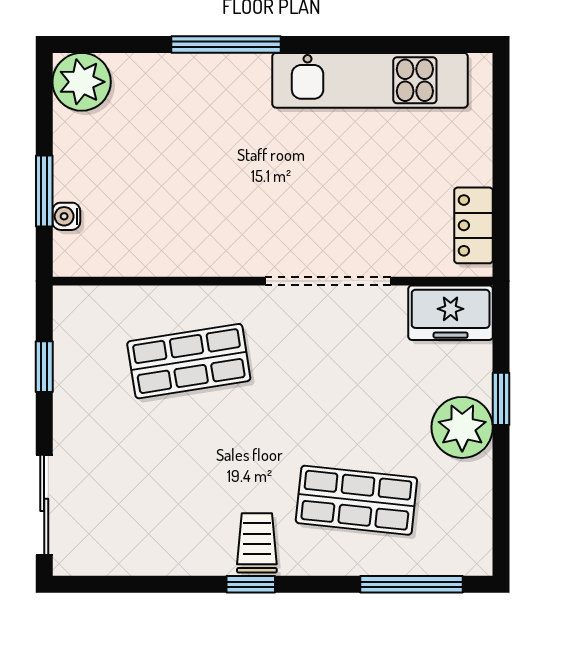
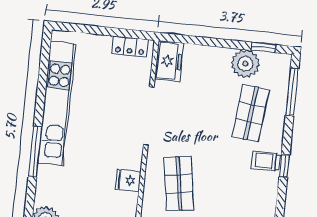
kitchen unit: (370, 80) -> (57, 103), width x1.36
fridge: (185, 251) -> (128, 180), added
window: (501, 399) -> (264, 47), moved
plant: (462, 427) -> (245, 64), moved

